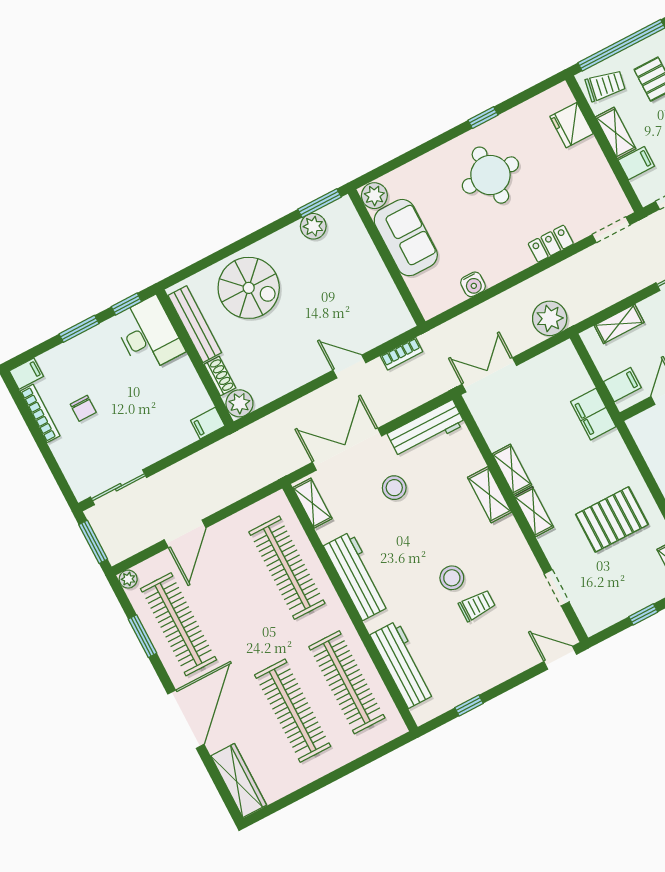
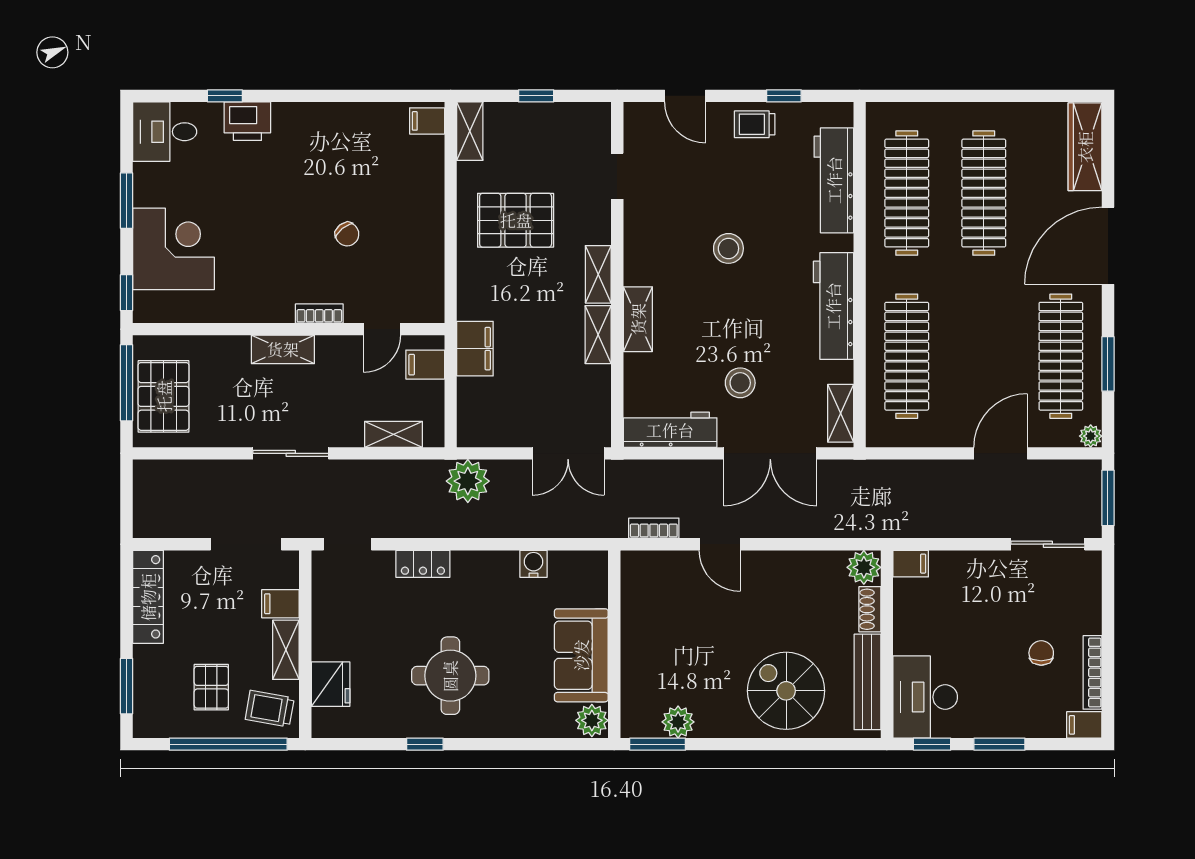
trolley: (477, 605) -> (755, 124), moved
door: (560, 658) -> (685, 96), moved

